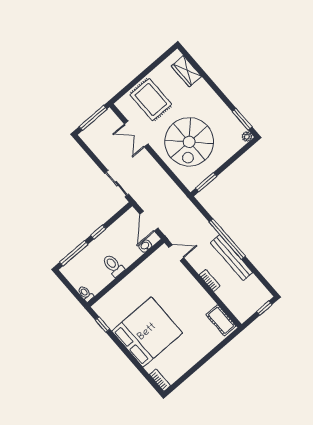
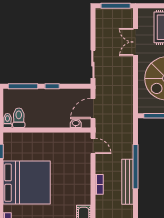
toilet: (113, 265) -> (19, 118), moved

